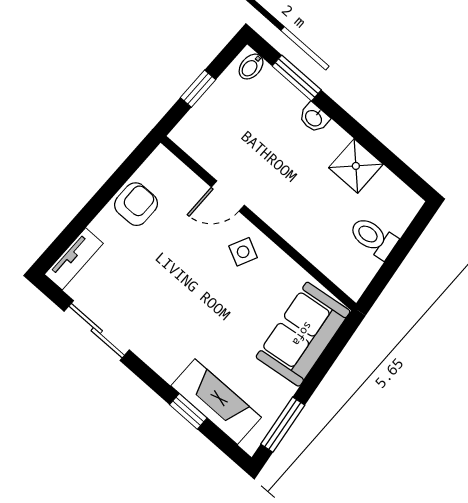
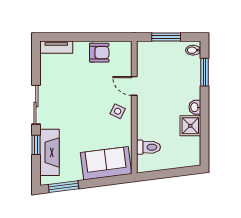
window: (198, 89) -> (166, 37), width x1.50
washbasin: (314, 118) -> (195, 107), moved
toilet: (373, 238) -> (148, 147), moved, turned 97
sliding door: (97, 331) -> (36, 105), moved

